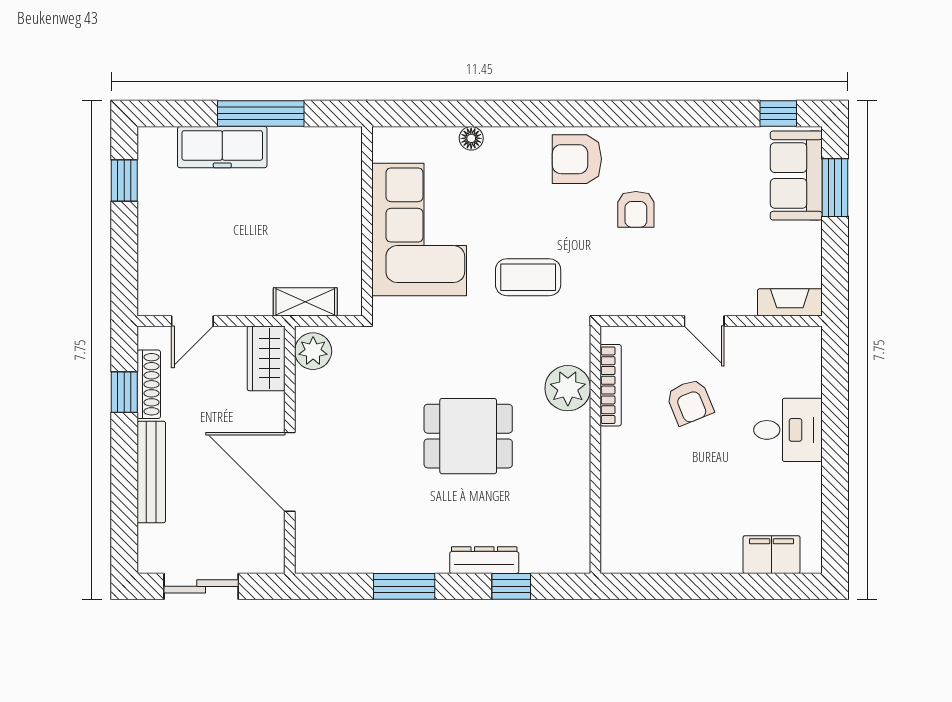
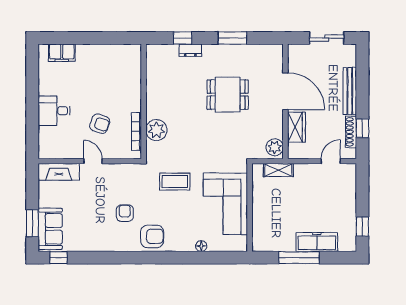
fireplace: (790, 302) -> (59, 172), width x1.37, depth x1.32
wardrobe: (266, 358) -> (296, 127), moved
armchair: (690, 402) -> (100, 124), turned 131
dining table: (468, 436) -> (228, 95), moved
dresser: (484, 560) -> (190, 50), width x0.70

